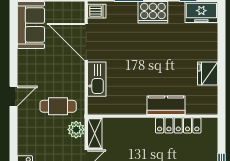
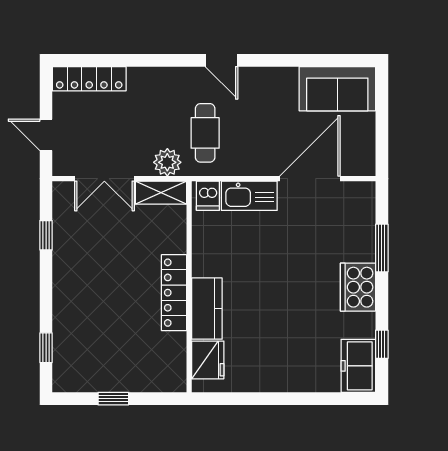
dishwasher: (97, 11) -> (208, 196), moved
fridge: (208, 74) -> (208, 360), moved, turned 90
locker: (178, 125) -> (174, 293), moved

